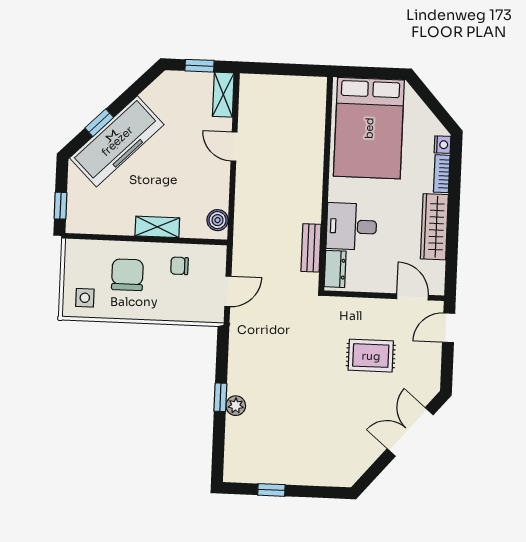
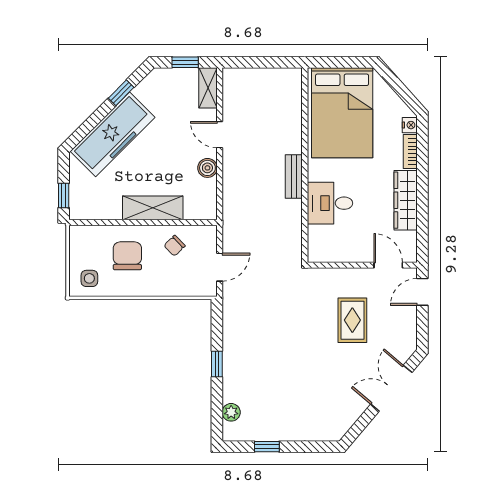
window: (99, 123) -> (121, 93), moved
boiler: (218, 220) -> (207, 168), moved
shelving: (157, 227) -> (153, 208), width x1.50, depth x1.33
bench: (311, 248) -> (294, 176), moved
chair: (179, 266) -> (174, 246), turned -44
dresser: (335, 269) -> (317, 242), removed
rug: (371, 356) -> (352, 320), turned 90
plant: (236, 406) -> (231, 412), moved

